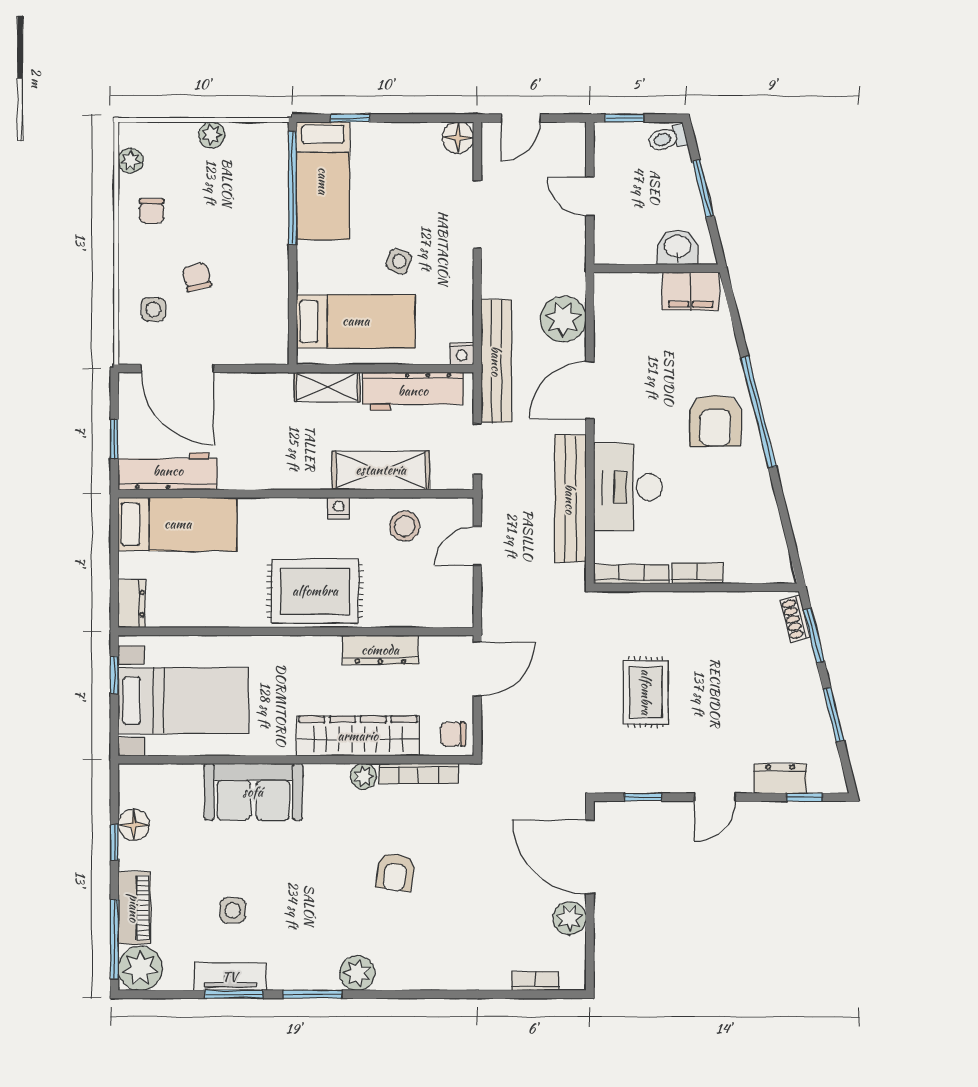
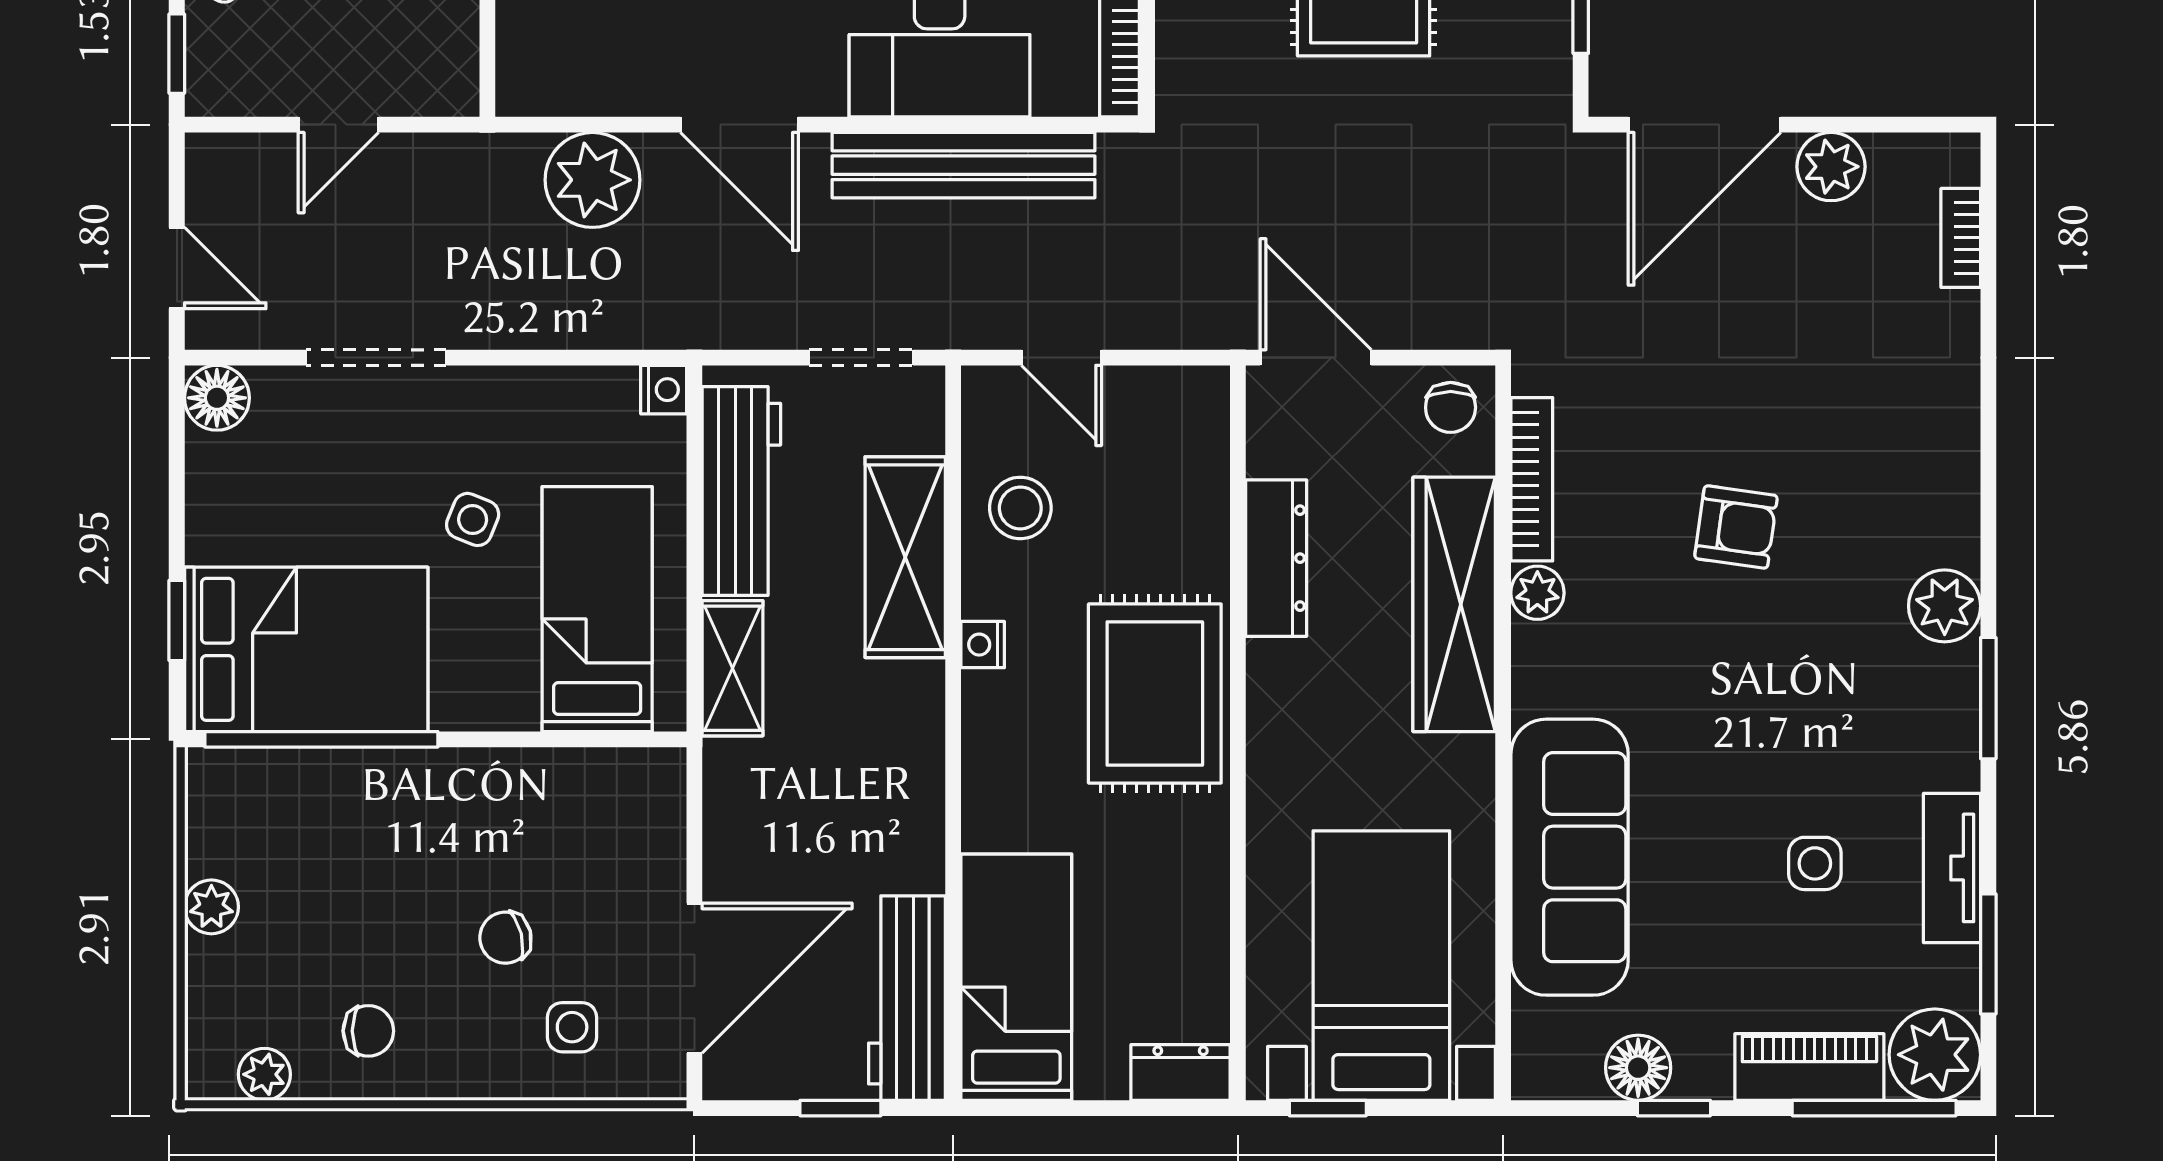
bed: (323, 181) -> (306, 649), width x1.50
bench: (496, 361) -> (679, 318), removed
sofa: (253, 792) -> (1570, 857), width x1.36
window: (234, 994) -> (1988, 954), moved

